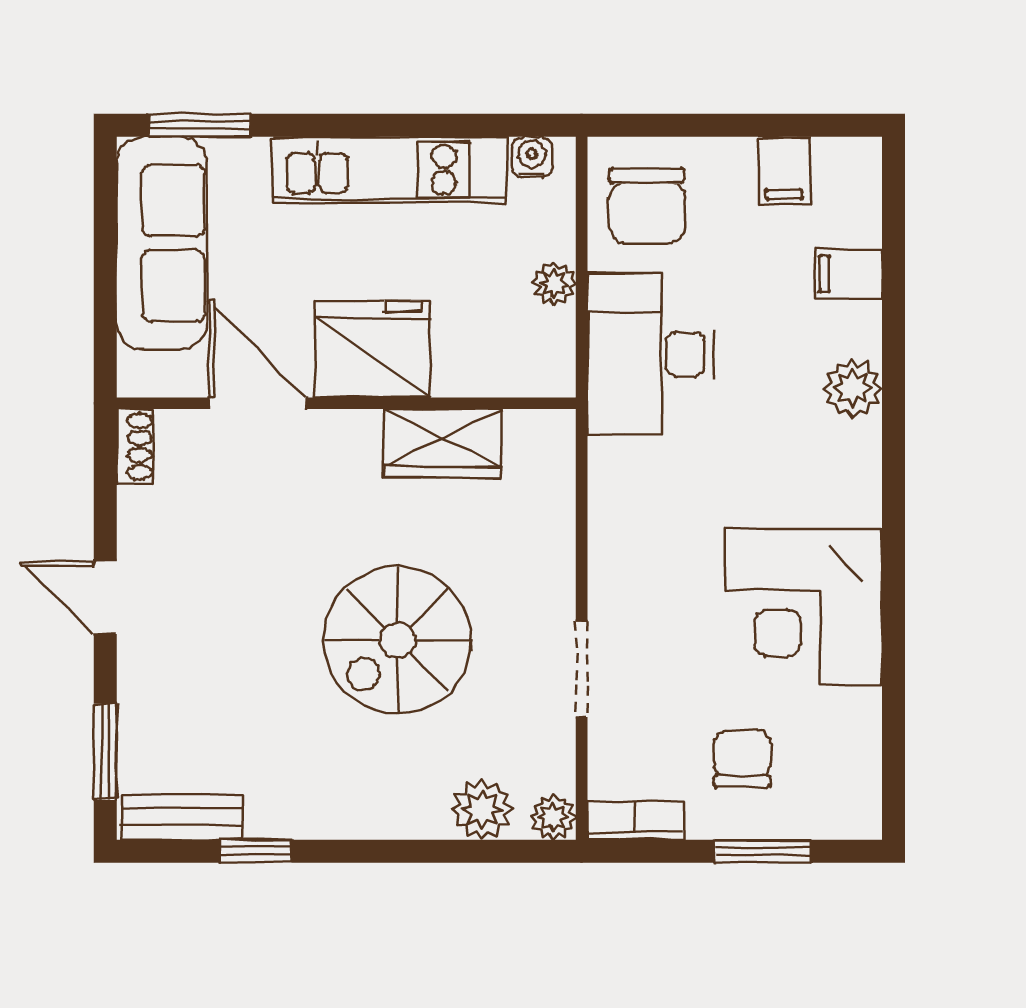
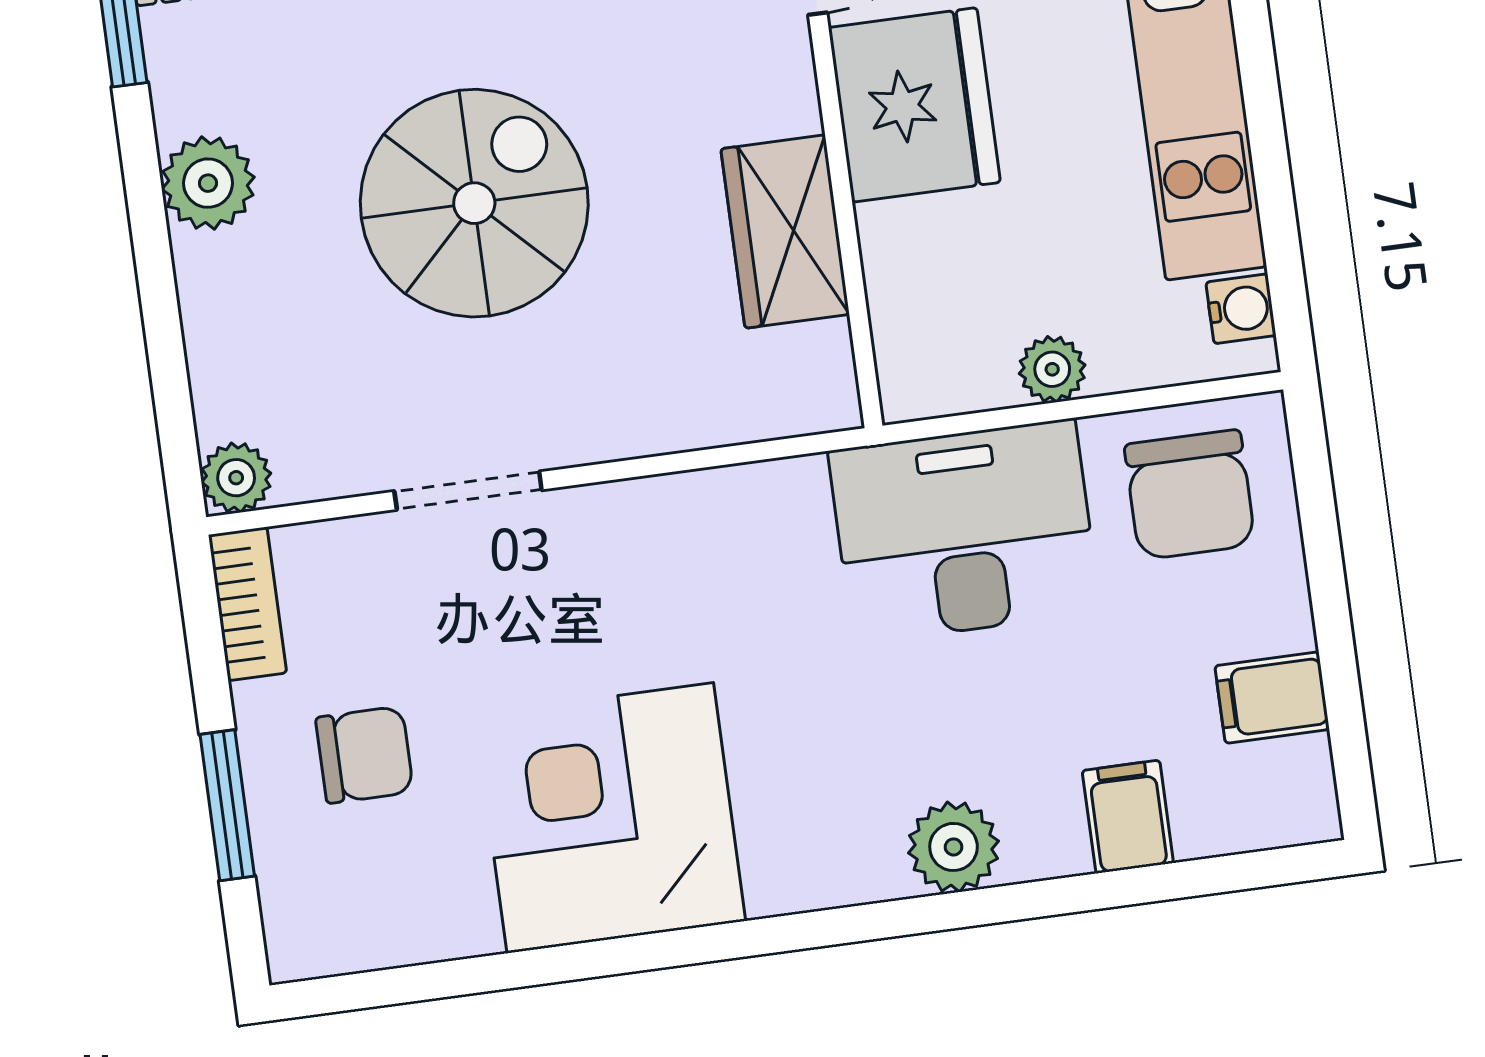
chair: (647, 206) -> (1190, 495), turned -90
spiral stairs: (397, 640) -> (474, 203), turned 90
plant: (482, 810) -> (208, 183), moved

